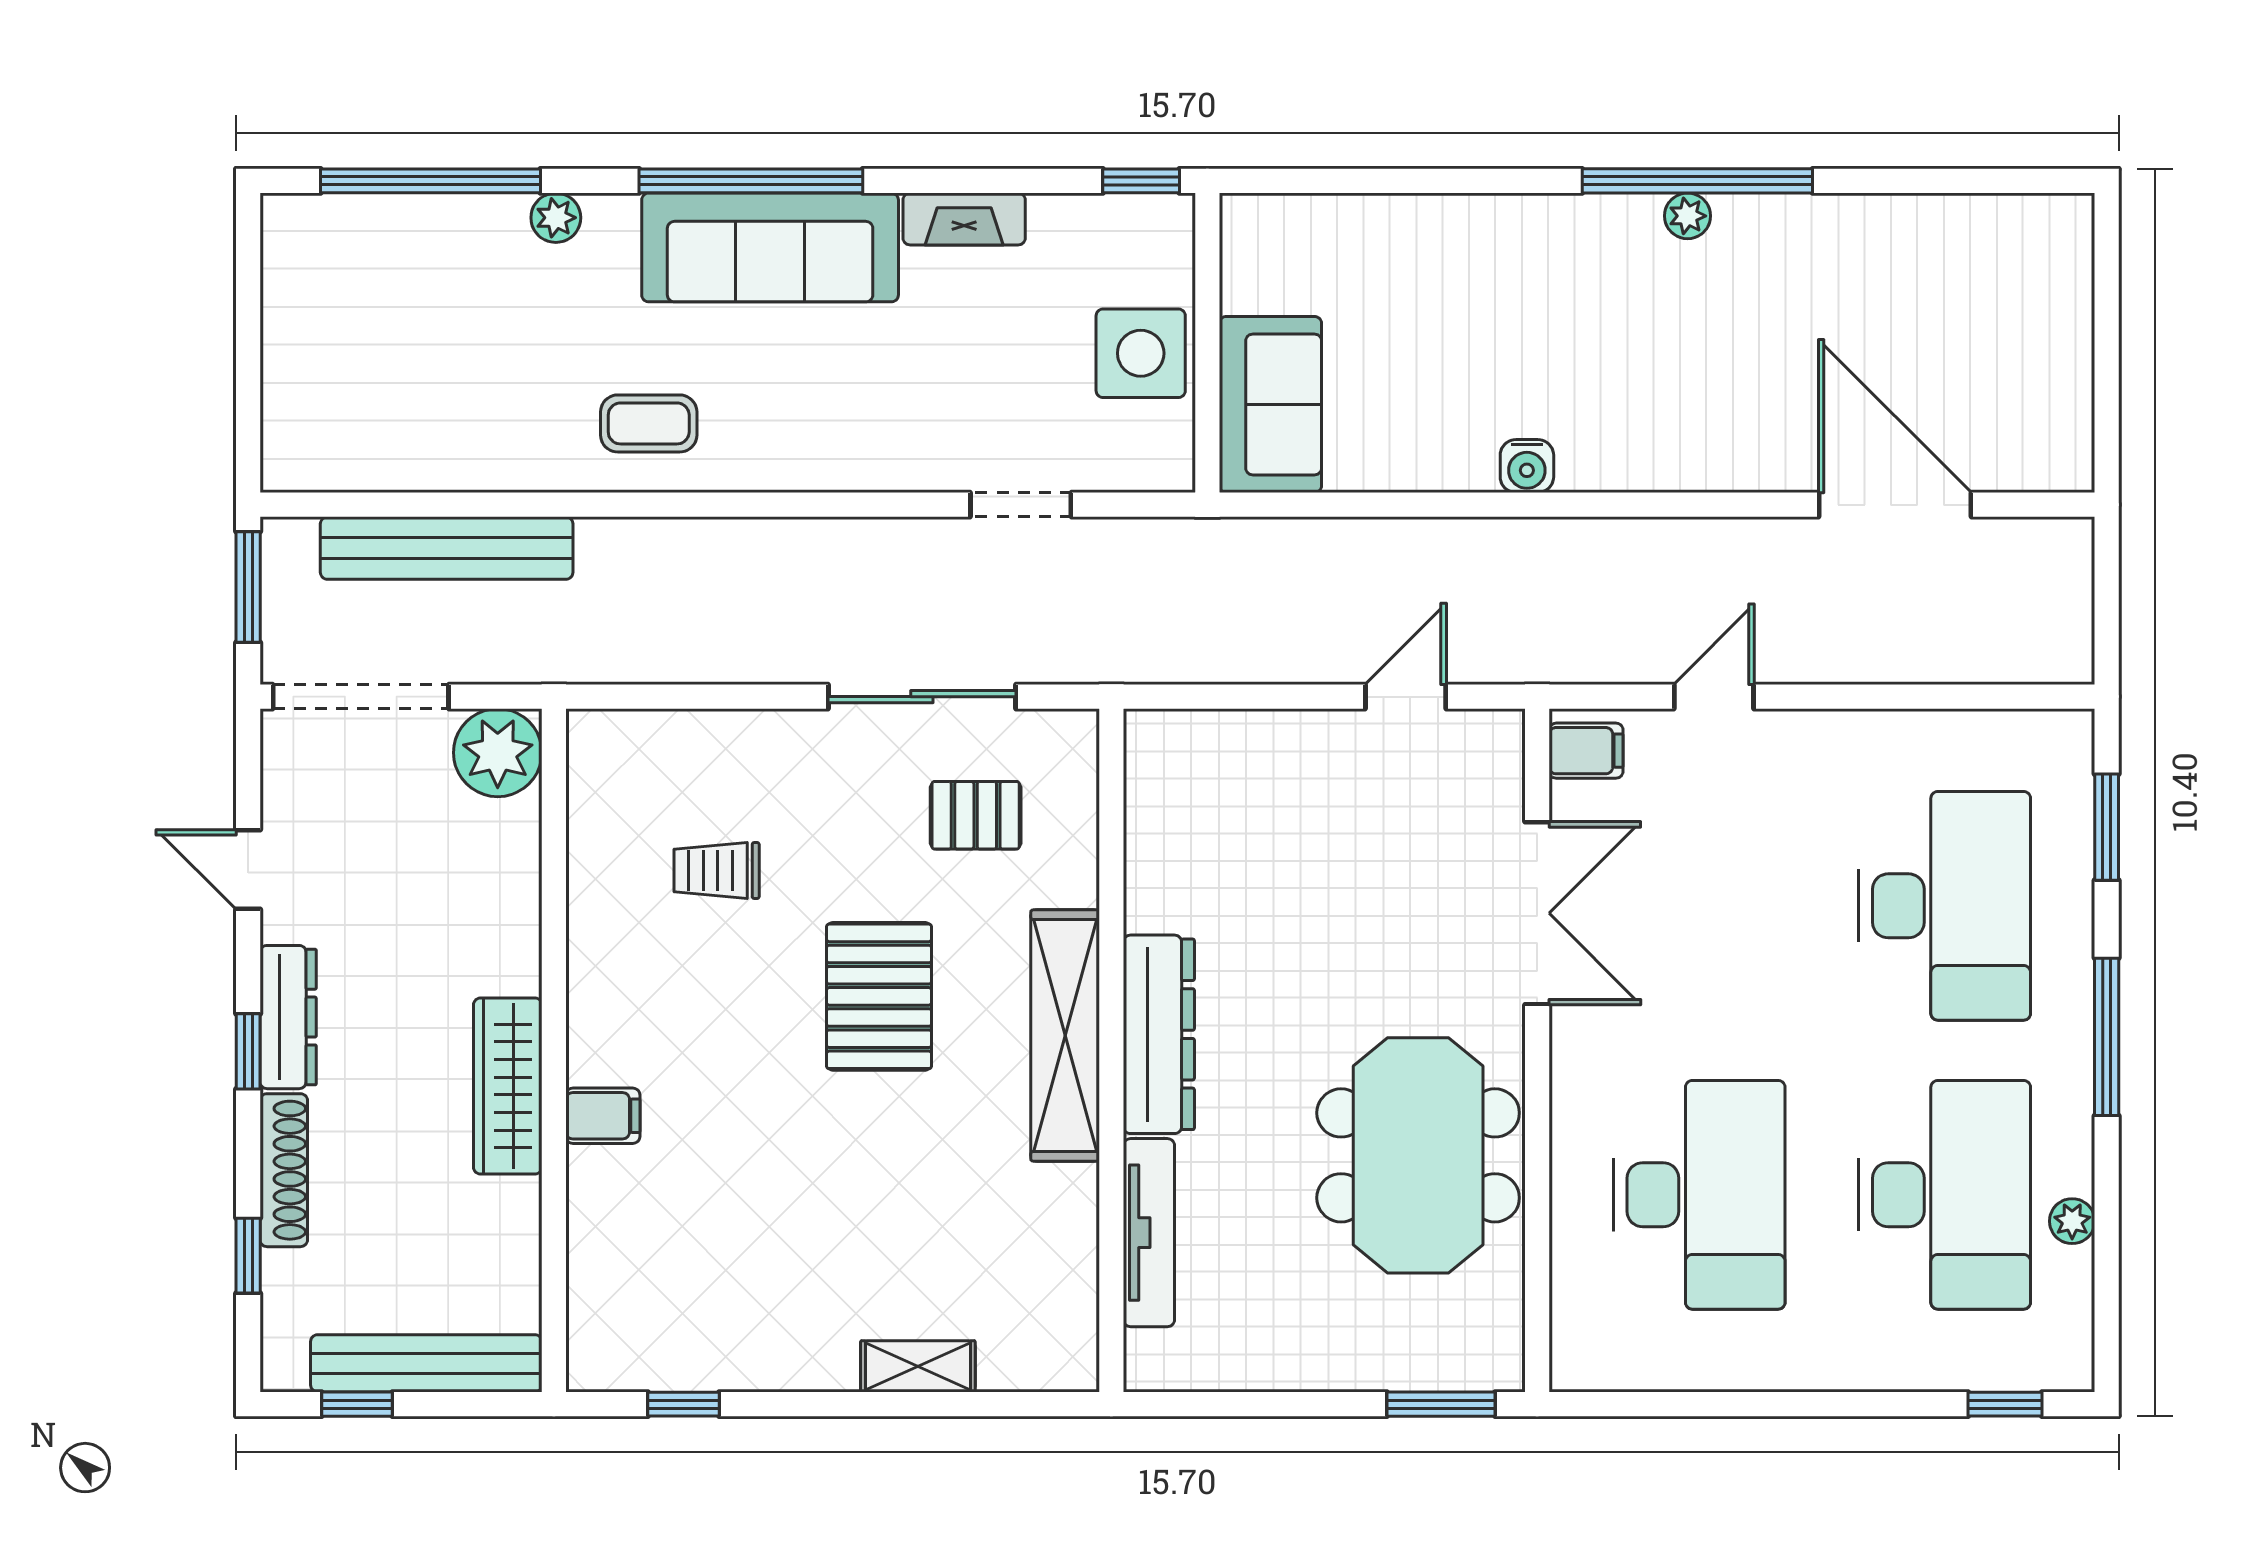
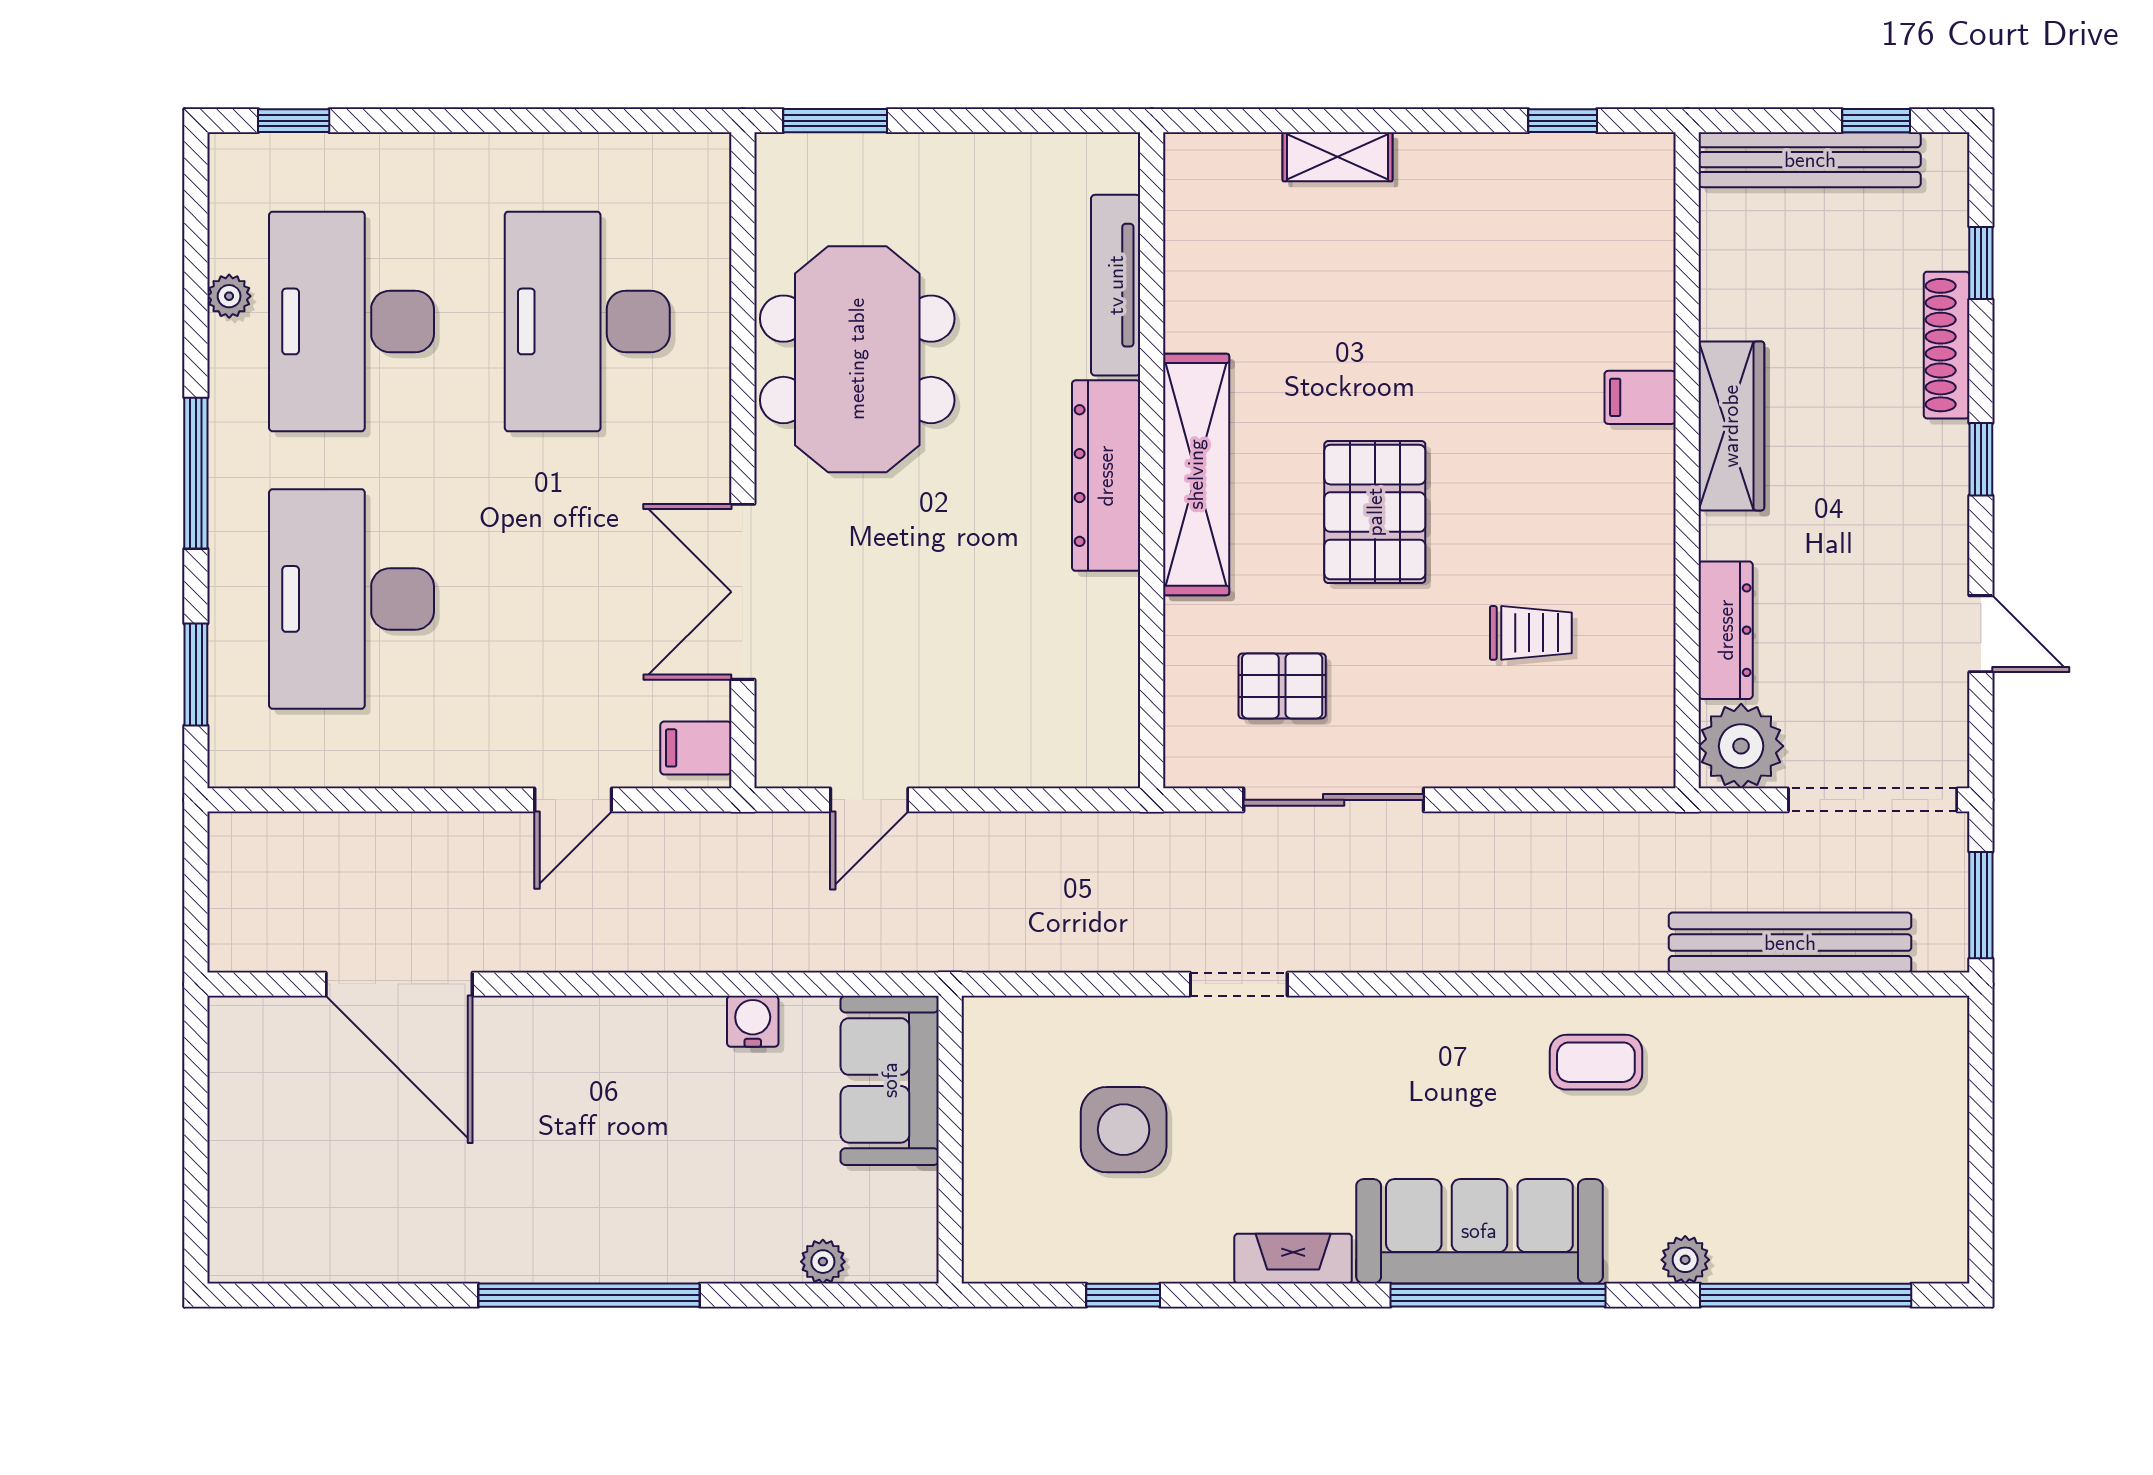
plant: (1688, 216) -> (823, 1262), moved
wall: (1207, 343) -> (950, 1140), moved
sofa: (1270, 404) -> (890, 1080), moved
dresser: (288, 1017) -> (1726, 630), moved, turned 180

